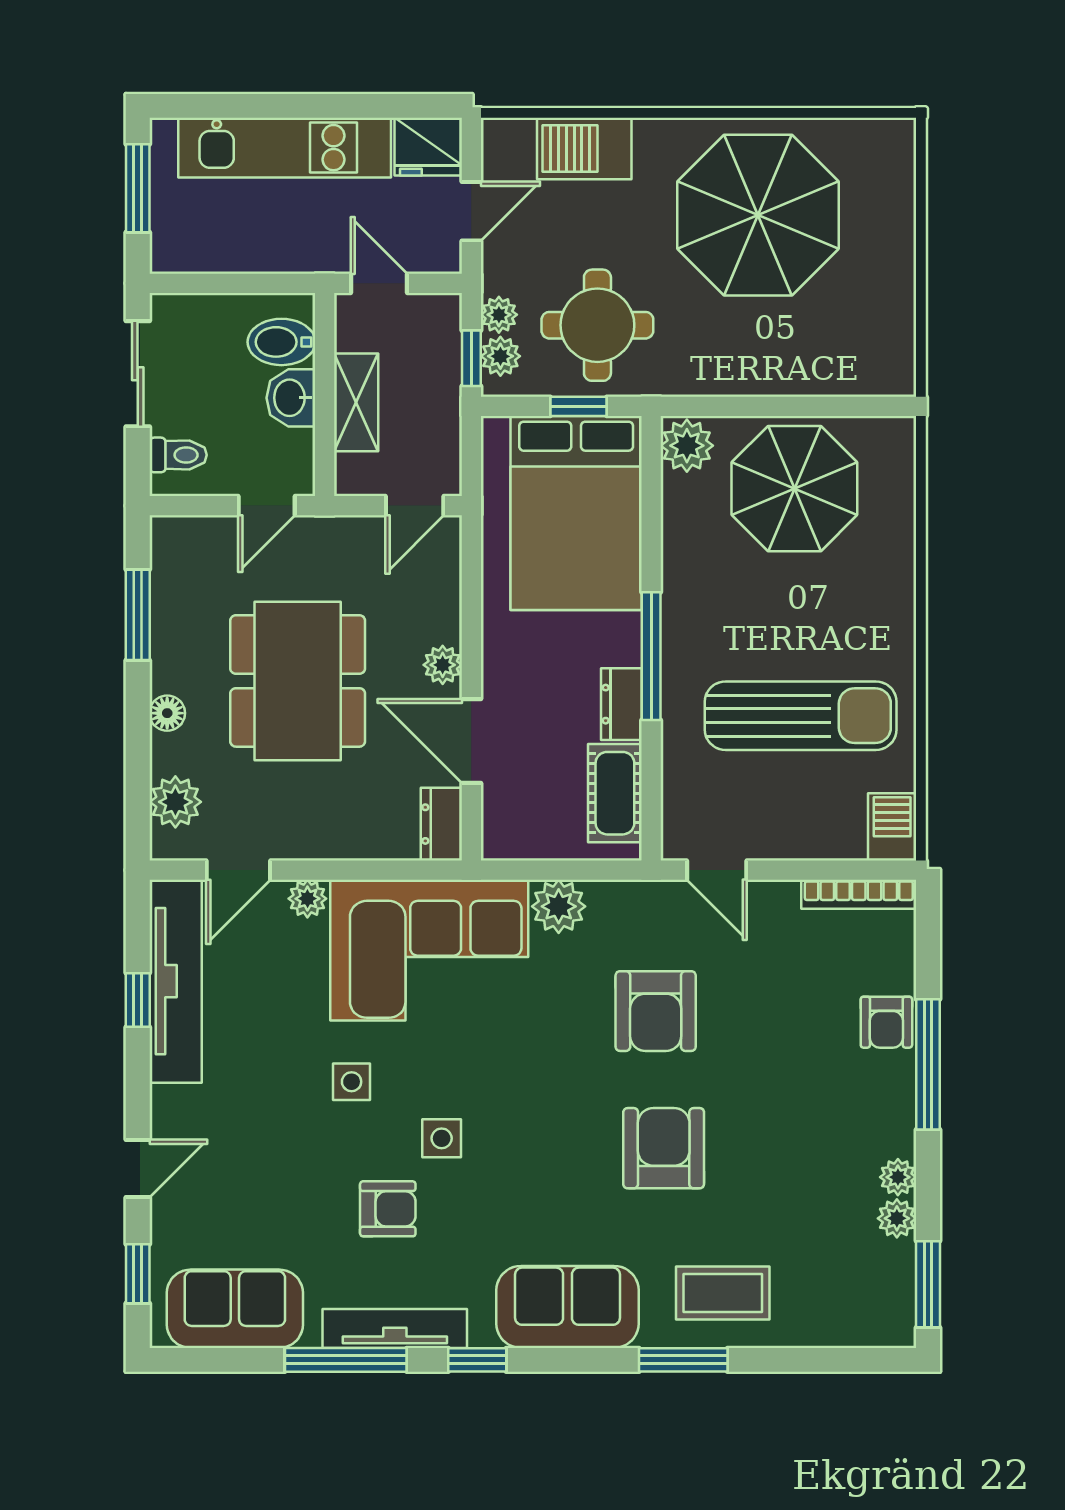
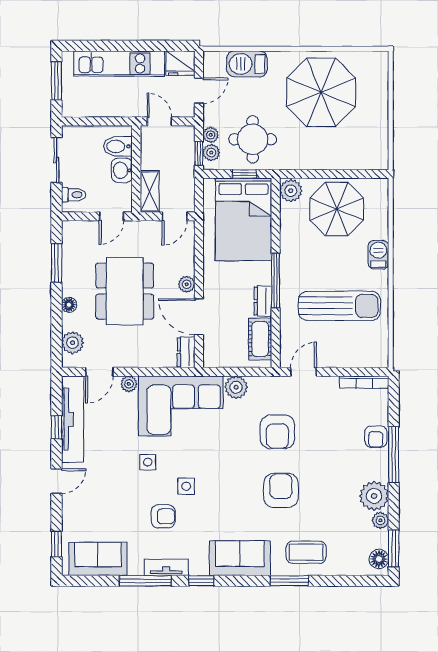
shelving: (356, 402) -> (150, 191), moved
barbecue: (892, 827) -> (378, 255), moved
door: (717, 870) -> (303, 372), swing flipped
door: (138, 1168) -> (56, 481), moved
plant: (898, 1177) -> (374, 496), width x1.87, depth x1.87
floor lamp: (893, 1309) -> (379, 559), added
tv unit: (395, 1328) -> (166, 567), width x0.71

